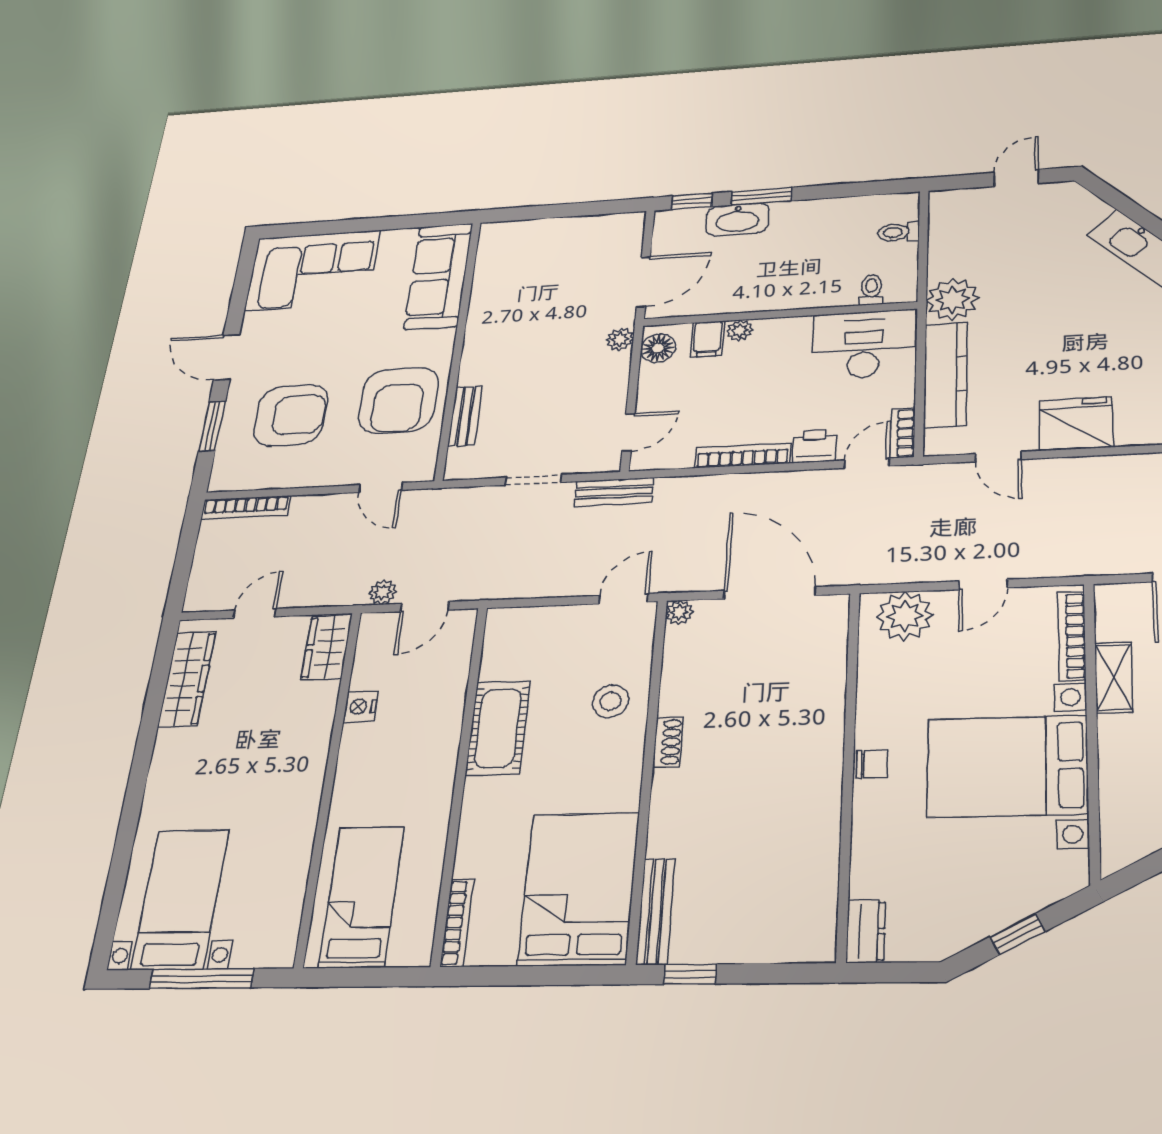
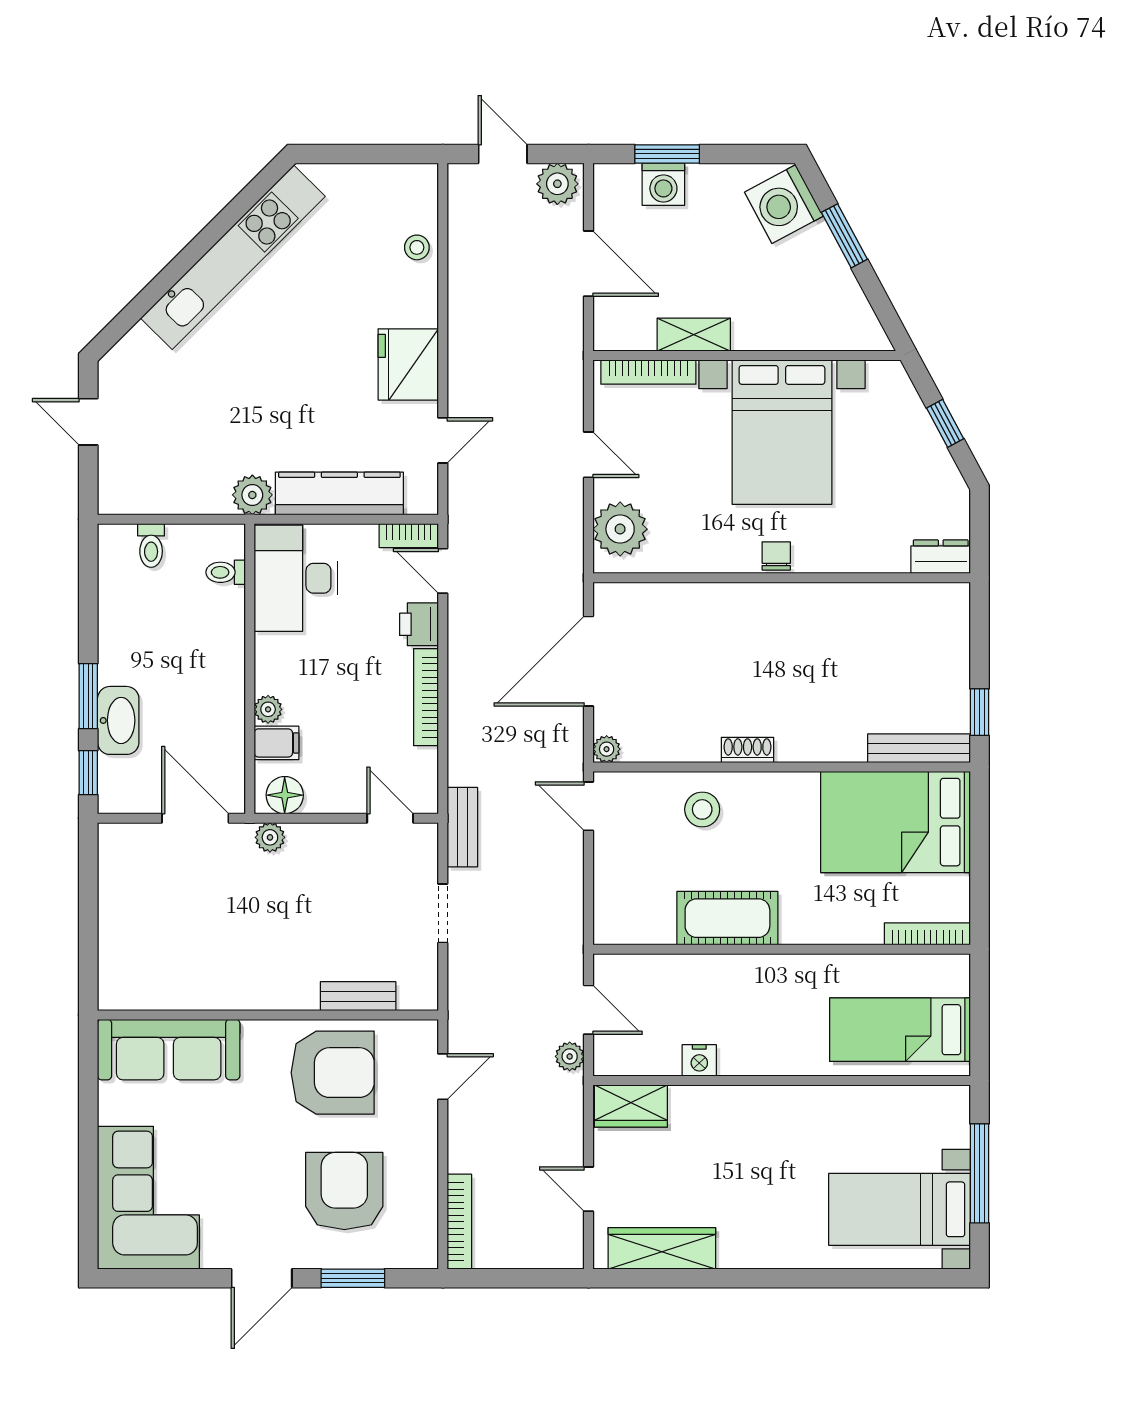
plant: (952, 300) -> (252, 495), width x0.73, depth x0.73

